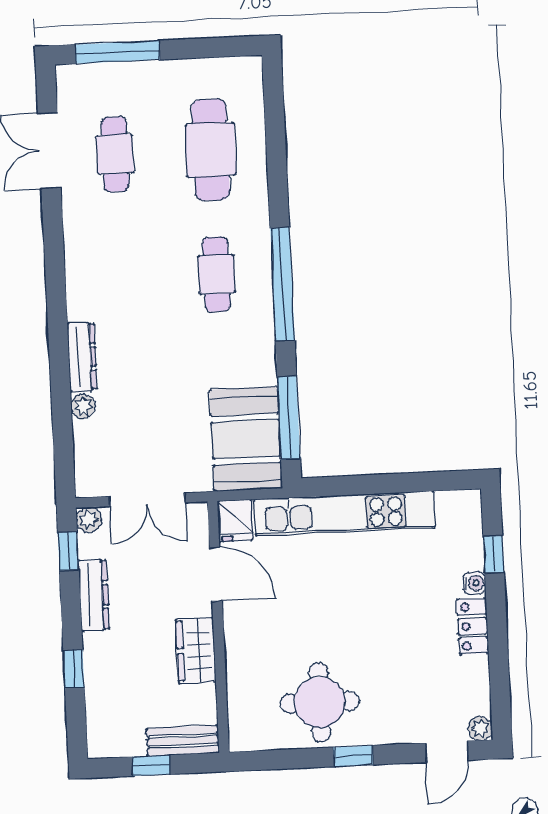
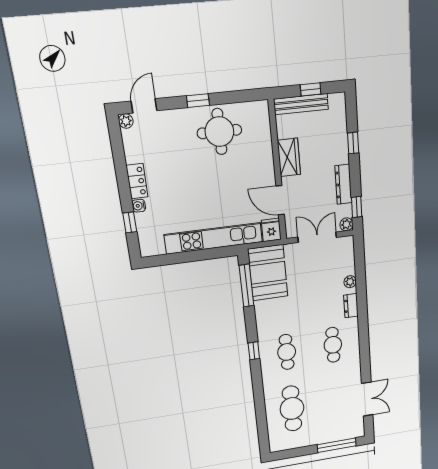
cafe table: (115, 154) -> (333, 345), moved
window: (282, 284) -> (254, 351), width x0.32
dresser: (82, 357) -> (351, 306), width x0.70
bench: (183, 741) -> (301, 104), width x1.36

